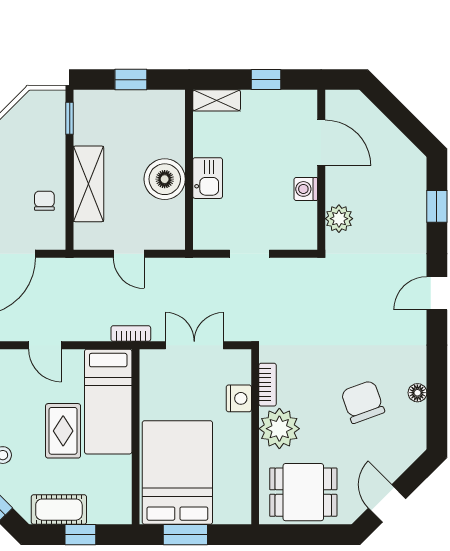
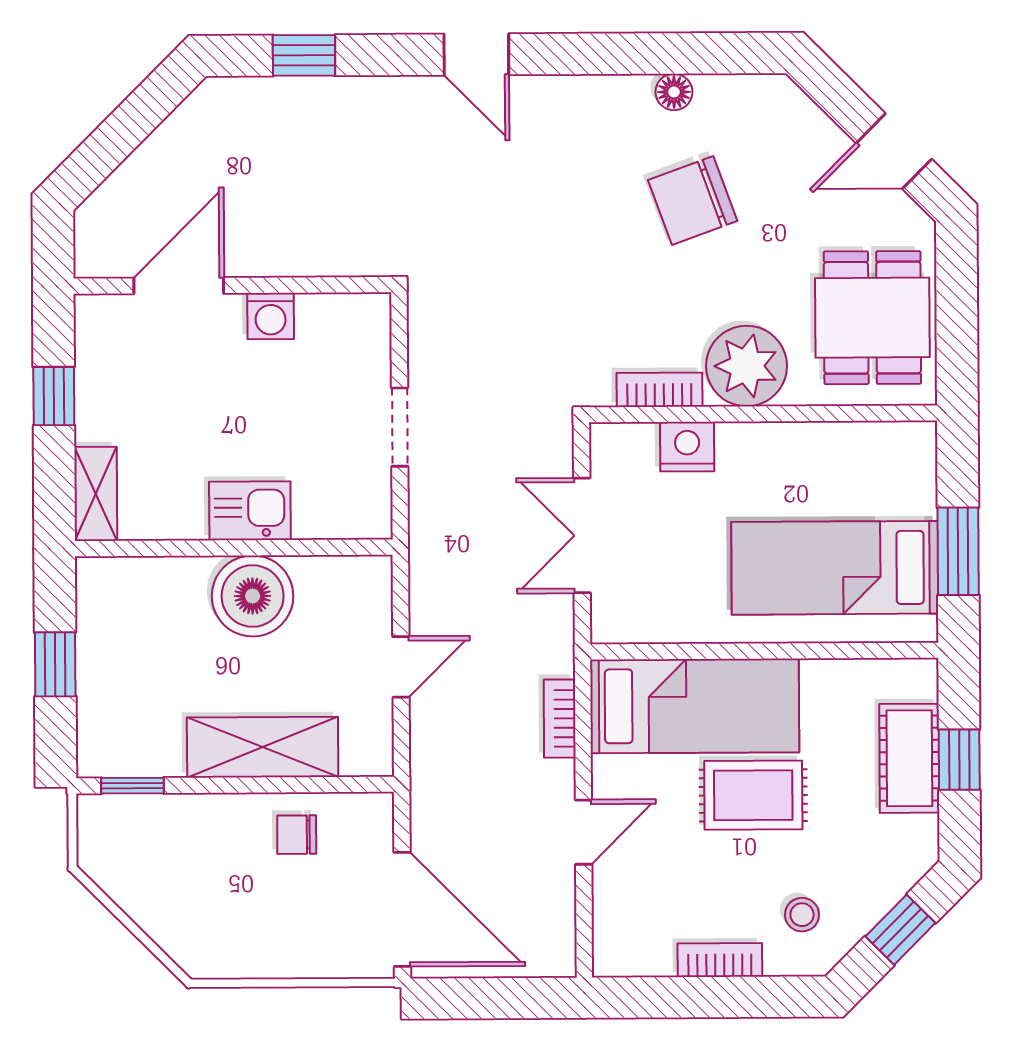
plant: (339, 219) -> (329, 250), removed
bookcase: (131, 334) -> (560, 719), moved
bed: (177, 472) -> (835, 568), width x0.67
cot: (59, 510) -> (909, 758), moved

